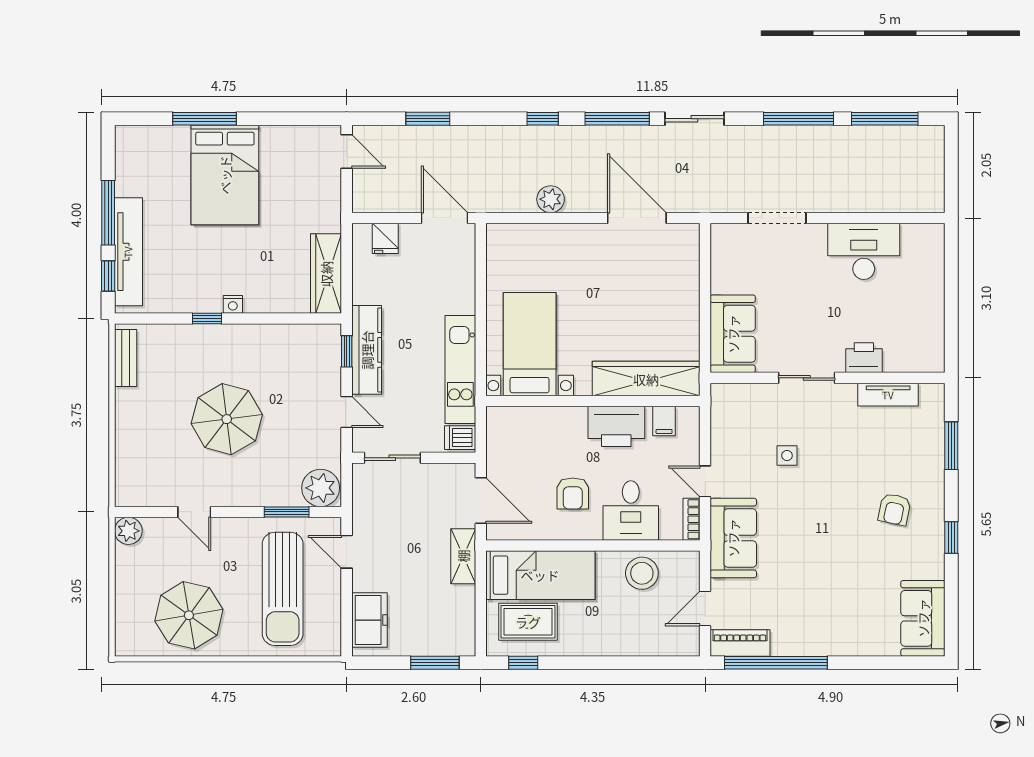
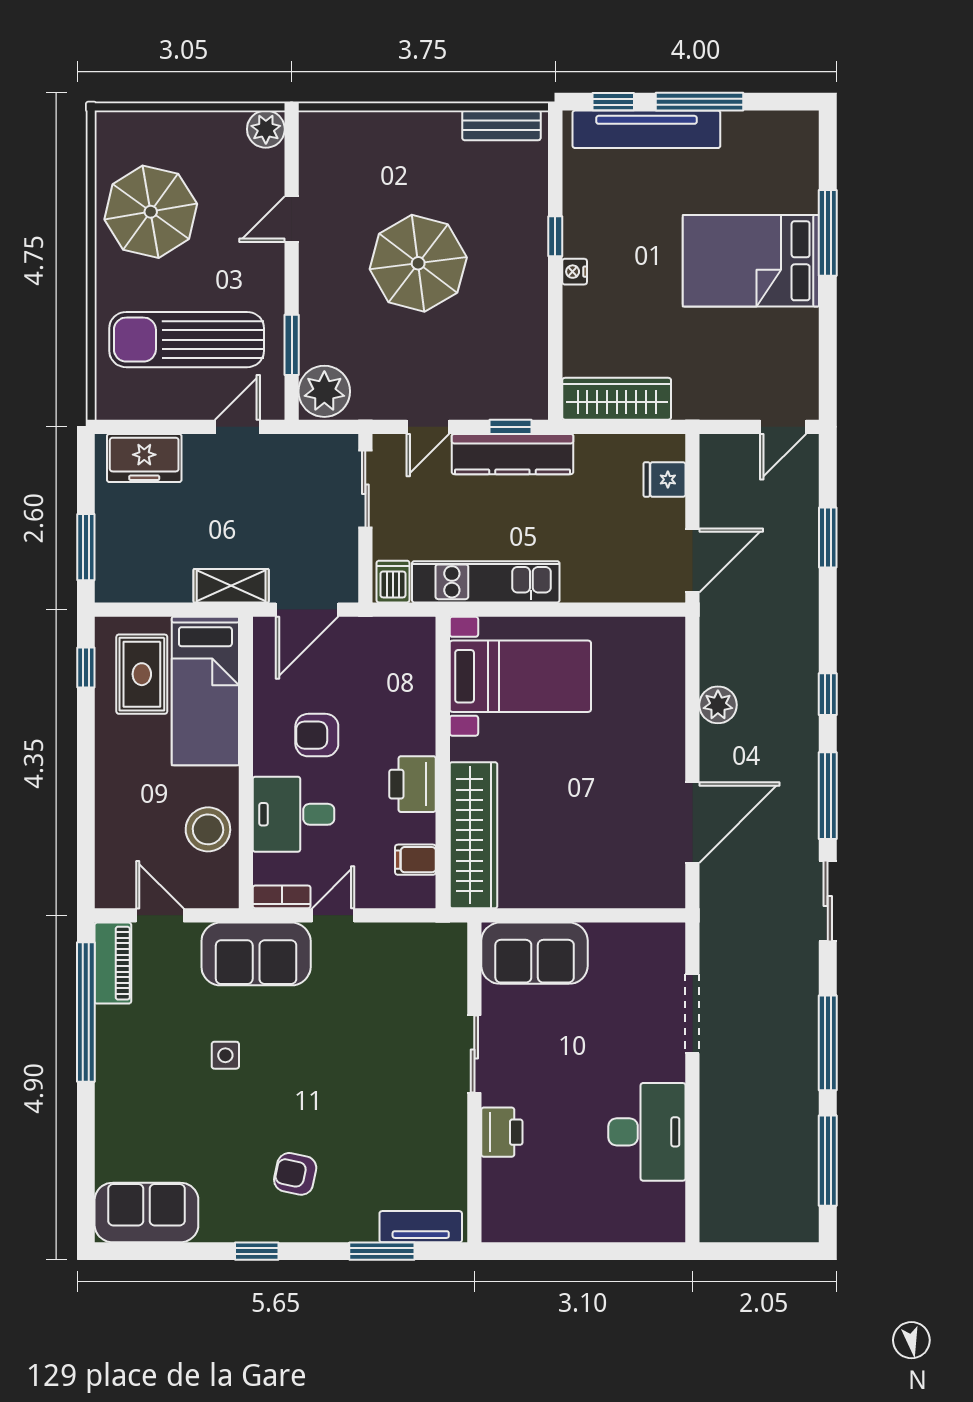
tv unit: (888, 395) -> (421, 1227), moved, turned 90
printer: (616, 426) -> (413, 784), width x0.73, depth x0.84
side table: (787, 456) -> (225, 1055), moved

